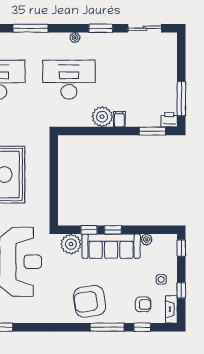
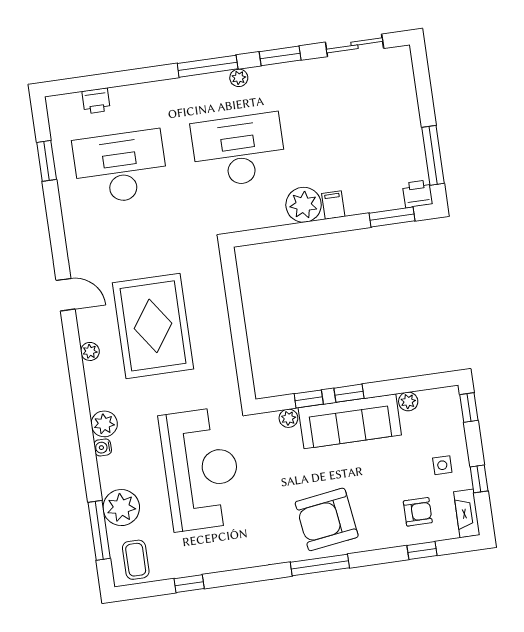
window: (31, 28) -> (208, 66), moved
plant: (71, 244) -> (288, 418), width x0.53, depth x0.53
window: (107, 327) -> (320, 565), moved

